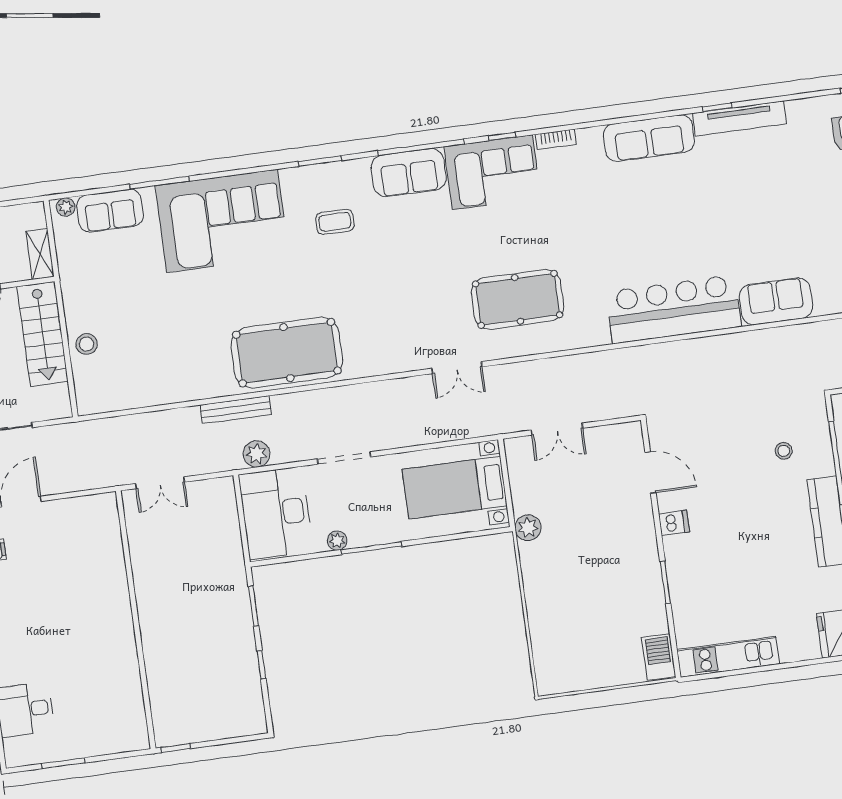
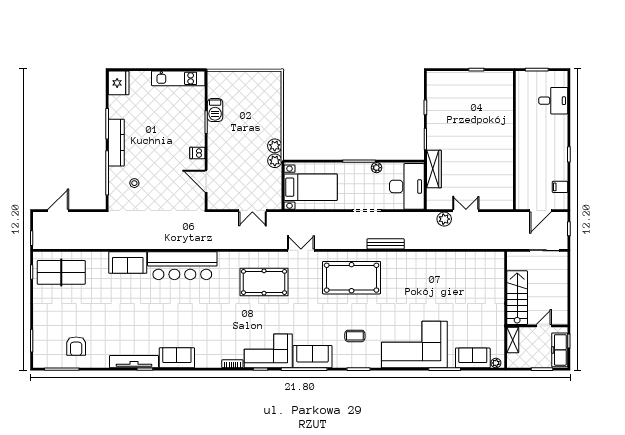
sofa: (649, 138) -> (177, 358), width x0.73
stool: (87, 344) -> (495, 289), removed
pool table: (287, 353) -> (352, 278), moved
bench: (236, 410) -> (386, 244), moved
double door: (557, 429) -> (252, 211), swing flipped
plant: (256, 454) -> (444, 219), moved
wardrobe: (230, 552) -> (434, 169), added
plant: (532, 555) -> (275, 146), added
wall: (136, 620) -> (514, 140), moved
barbecue: (659, 657) -> (215, 110), moved

